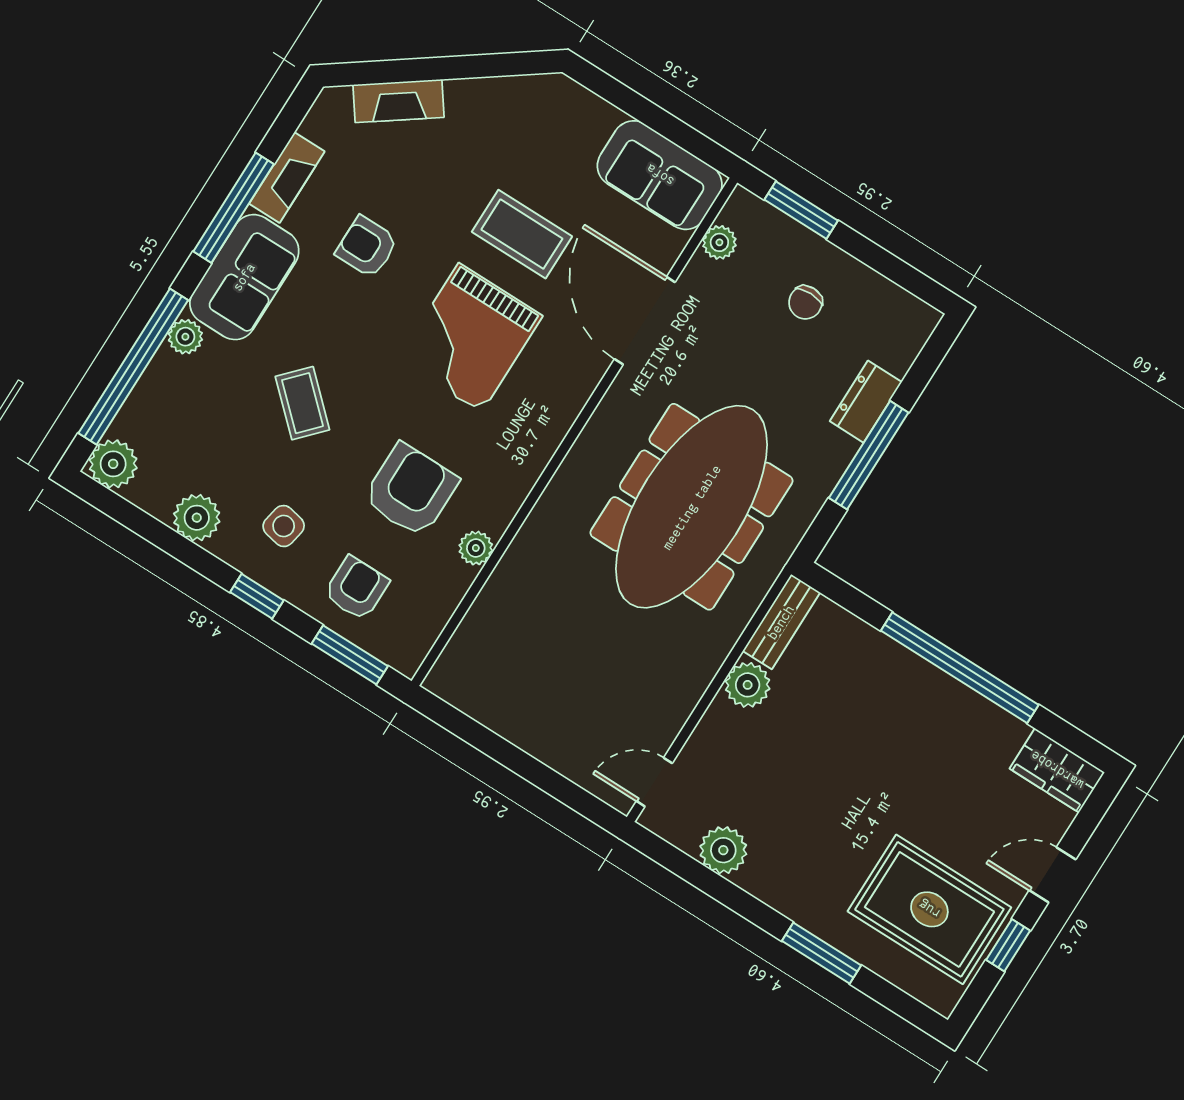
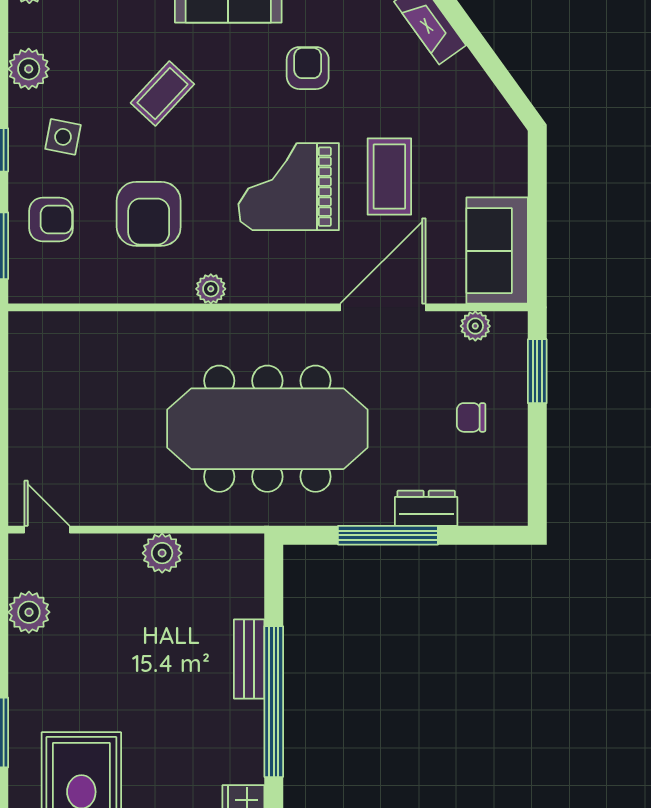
armchair: (411, 490) -> (149, 214), turned 90
plant: (476, 548) -> (211, 289), moved
bench: (781, 622) -> (249, 659), moved, turned 90

